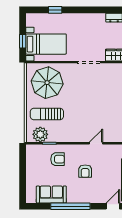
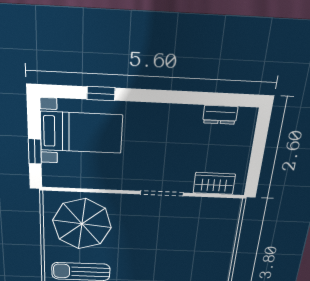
bed with nightstands: (46, 44) -> (81, 132), moved

